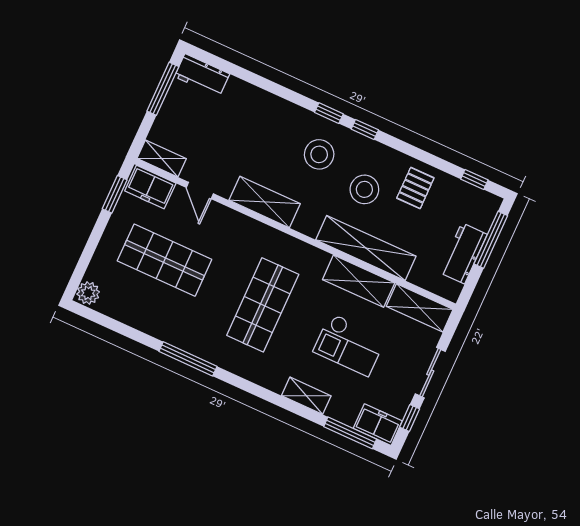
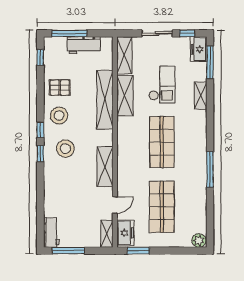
stool: (364, 189) -> (59, 116), moved
shop shelf: (263, 305) -> (162, 142), turned 90

